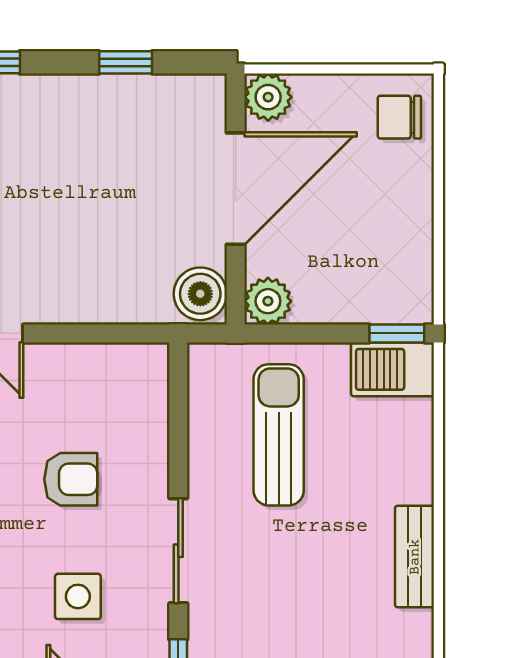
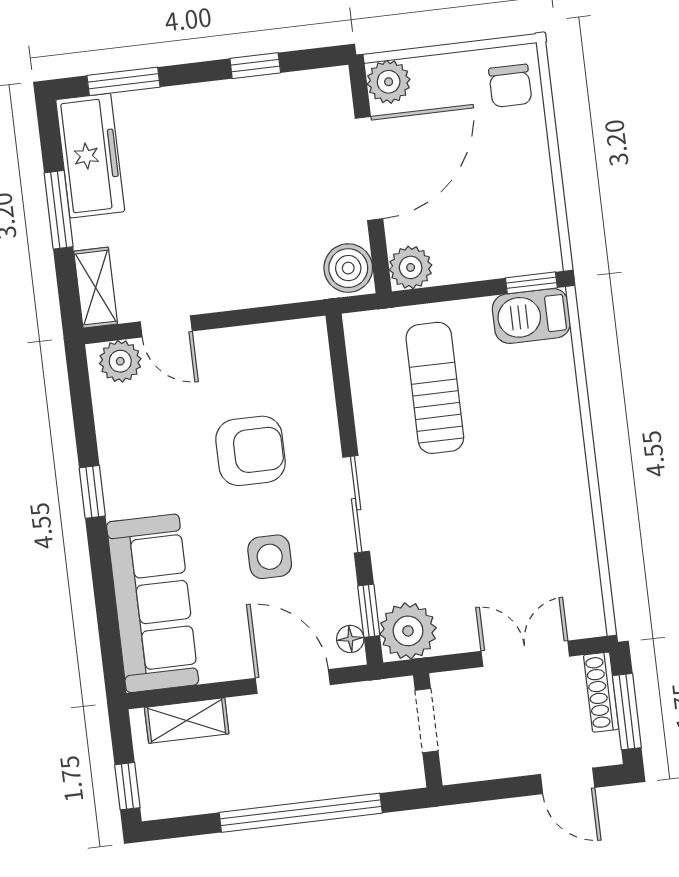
chair: (399, 117) -> (510, 86), turned -90
armchair: (71, 479) -> (251, 451), width x1.38, depth x1.38
bench: (415, 557) -> (572, 484), removed

